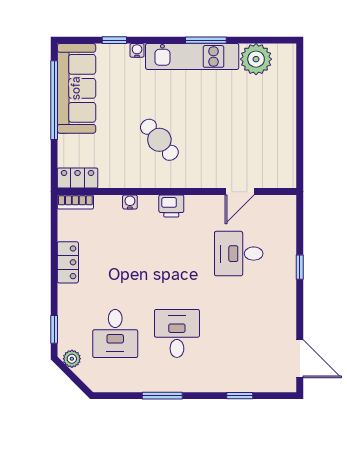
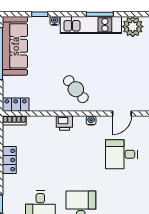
cafe table: (159, 140) -> (76, 89), moved
water cooler: (130, 202) -> (91, 120), moved
printer: (171, 206) -> (64, 123), moved

